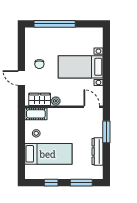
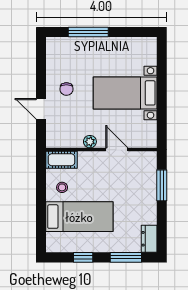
window: (55, 24) -> (88, 32), width x0.68
wardrobe: (40, 99) -> (67, 139), removed
door: (92, 107) -> (117, 150), moved
dresser: (98, 152) -> (149, 239), moved, width x0.70

